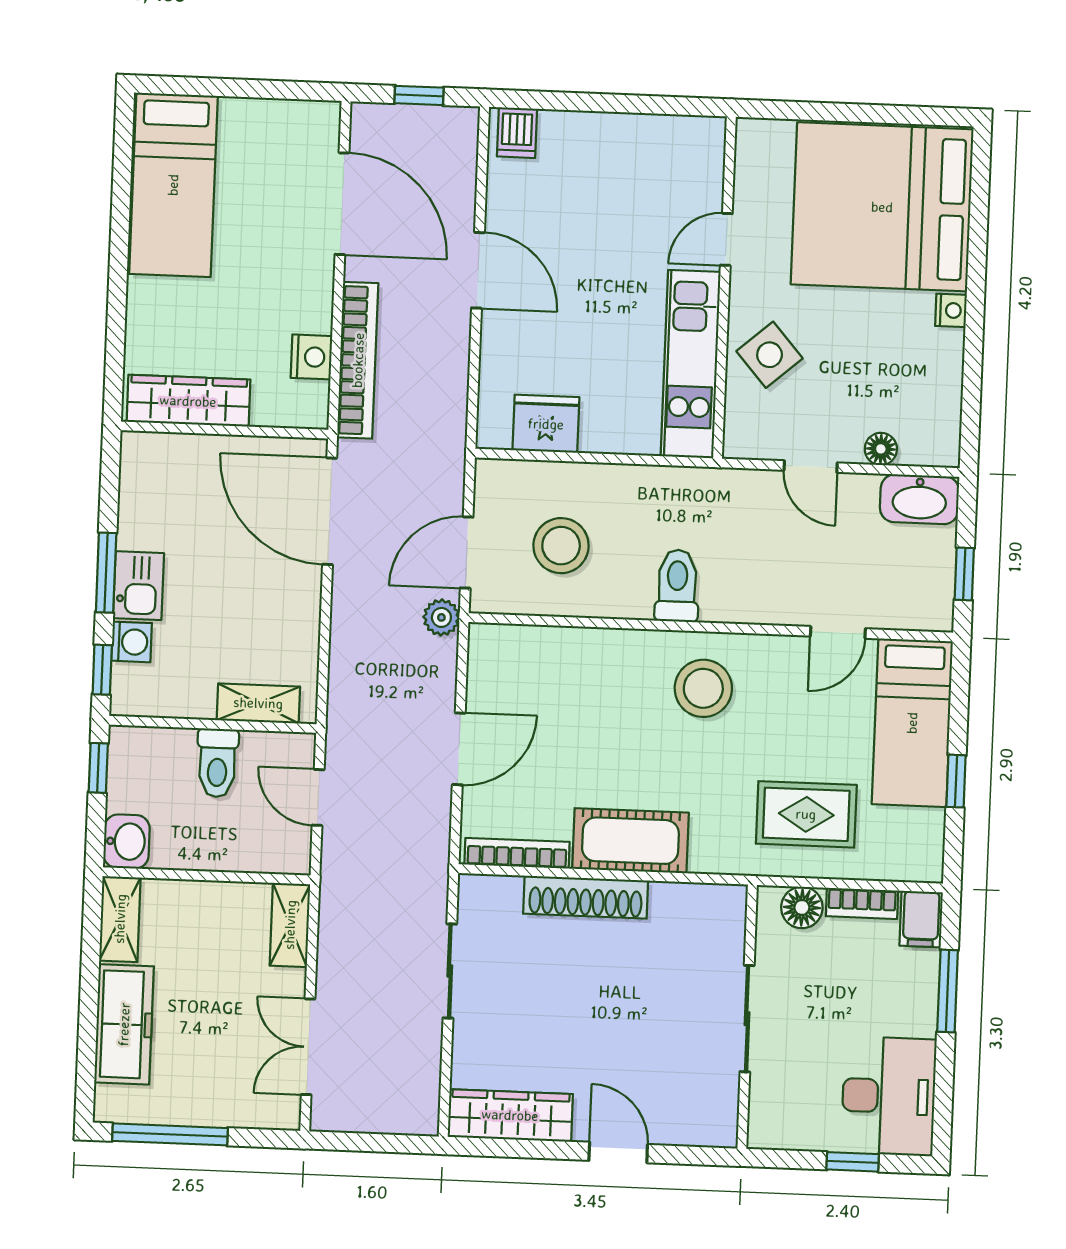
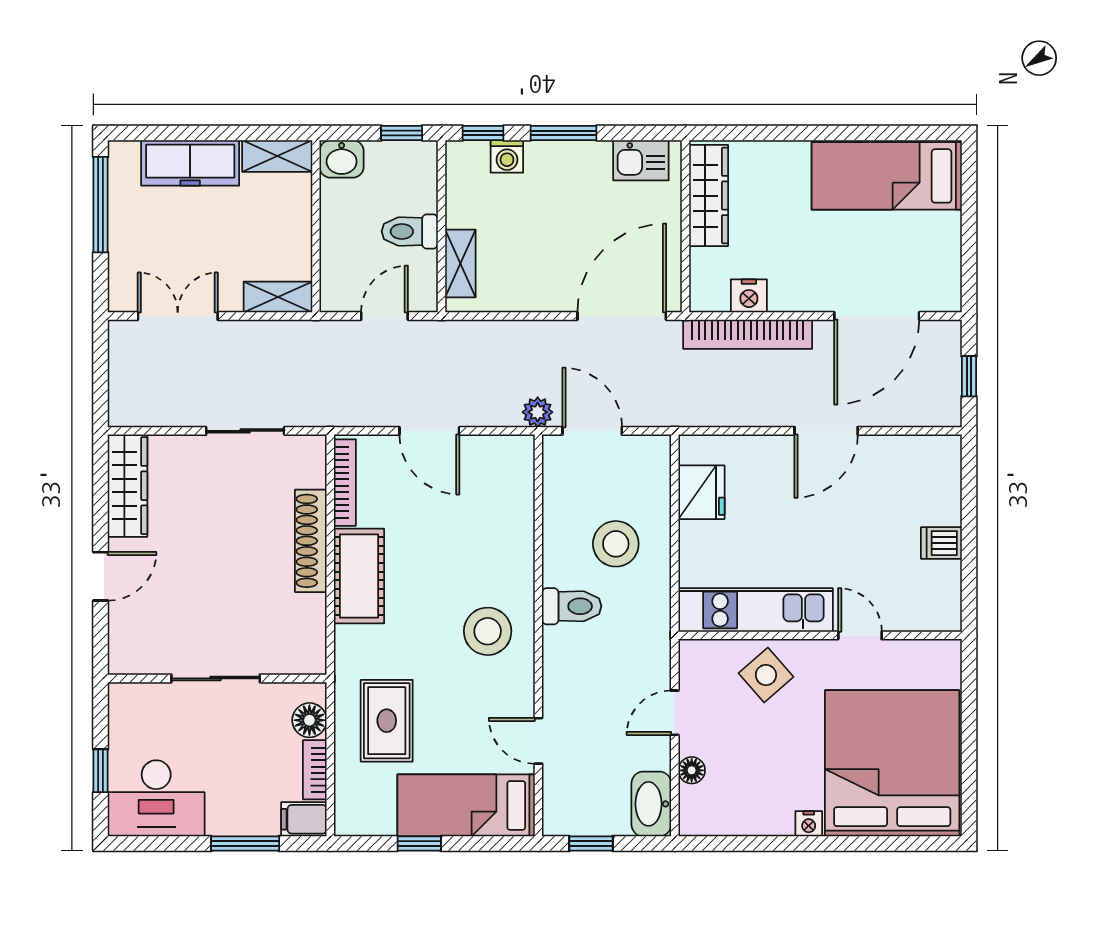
dishwasher: (517, 133) -> (941, 543), moved
stool: (561, 546) -> (616, 544), moved
kitchen sink: (138, 586) -> (641, 160), moved

